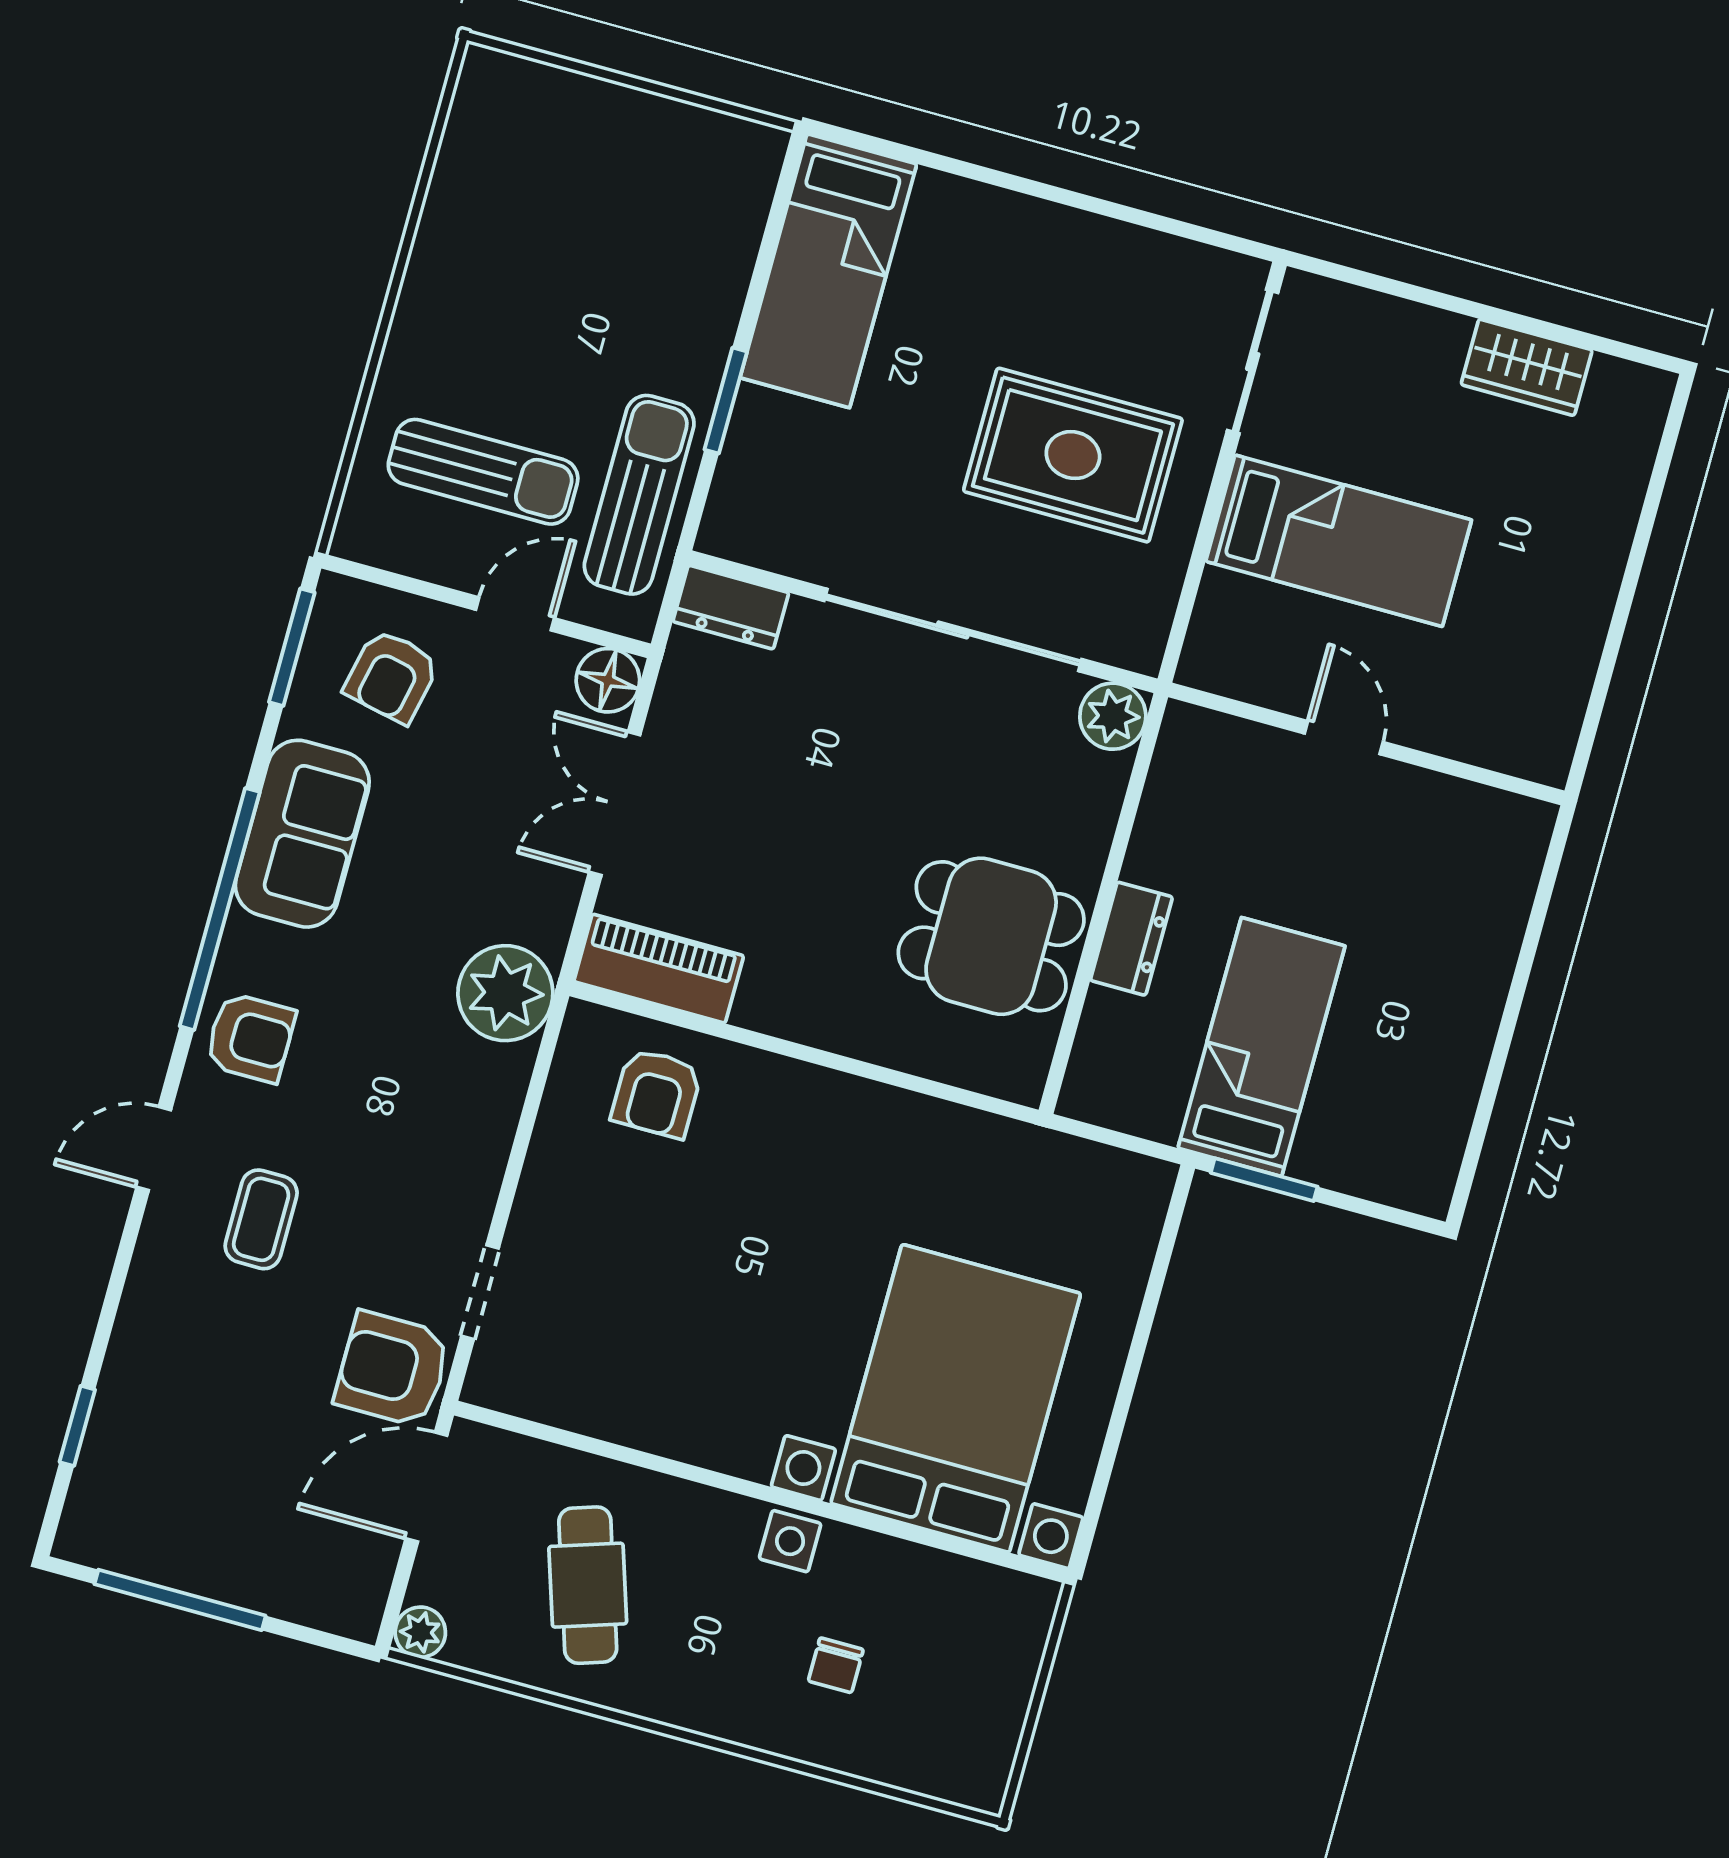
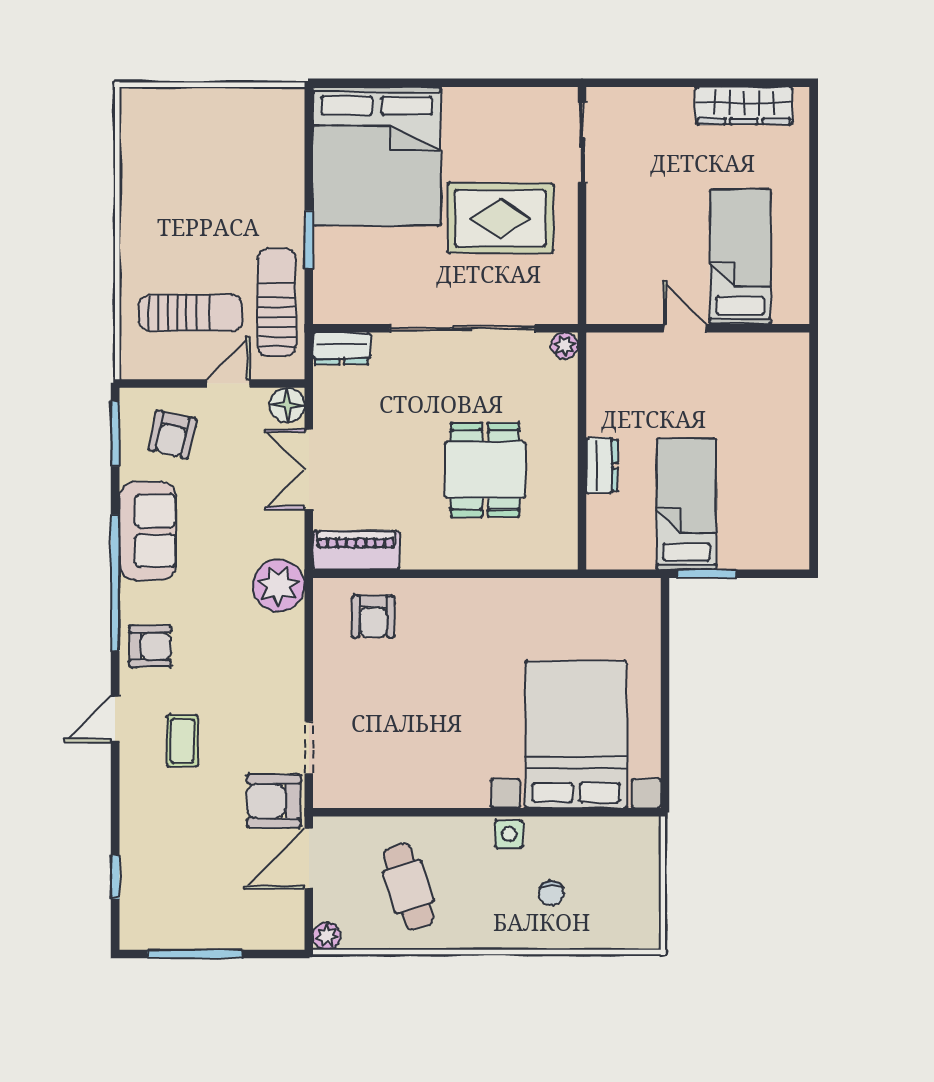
bed: (828, 271) -> (377, 156), width x2.04
wardrobe: (1527, 367) -> (744, 106), width x1.50
bed: (1339, 541) -> (740, 257), moved, turned -90
plant: (1113, 716) -> (565, 346), width x0.73, depth x0.73
dining table: (991, 936) -> (485, 470), moved, turned 90

